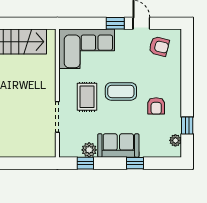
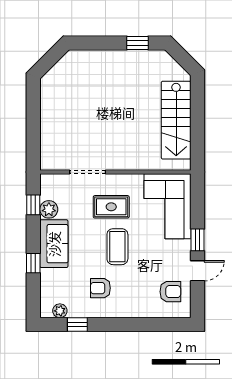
armchair: (159, 46) -> (170, 292), turned -104

